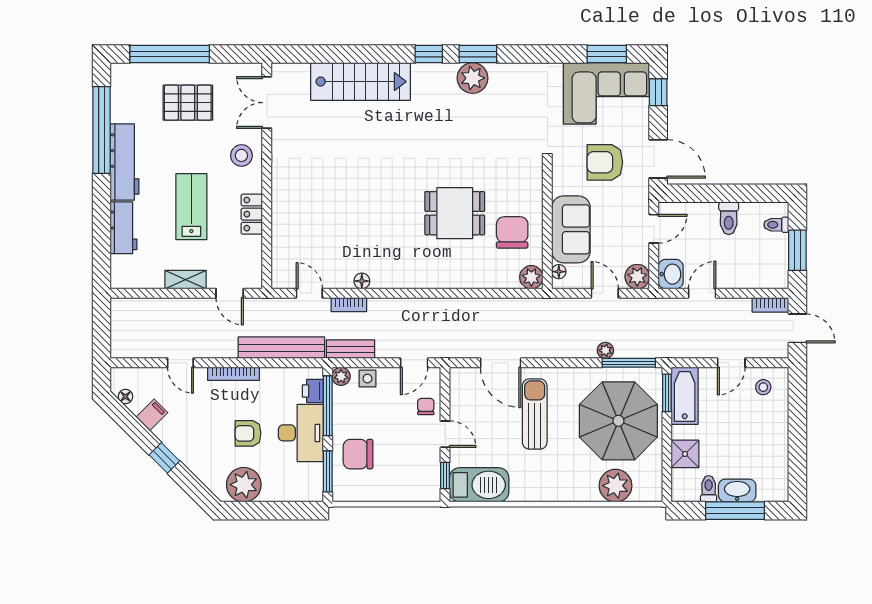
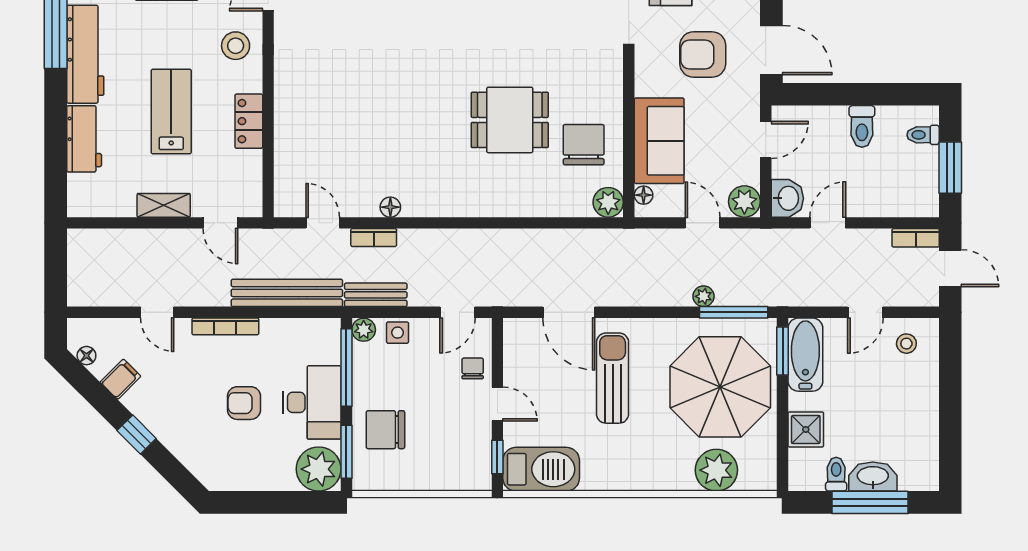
printer: (313, 391) -> (327, 349), removed
plant: (244, 485) -> (319, 469), moved

